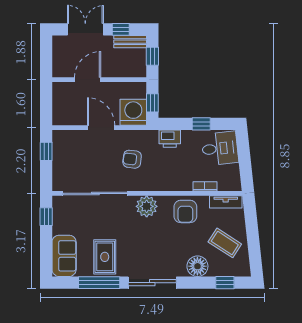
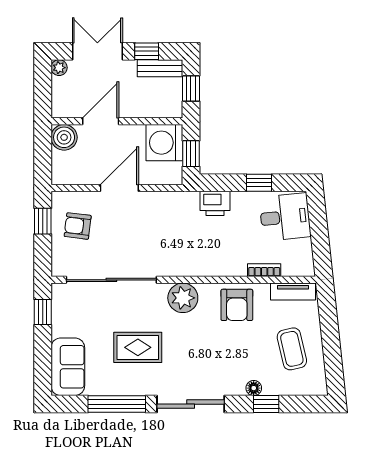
plant: (58, 41) -> (59, 68), added
boiler: (61, 91) -> (64, 137), added
washing machine: (133, 112) -> (164, 143), moved, turned -90
door: (101, 128) -> (119, 188), hinge flipped
armchair: (132, 159) -> (78, 226), moved
coffee table: (225, 243) -> (292, 349), turned 44
rug: (105, 257) -> (138, 347), moved, turned 90
floor lamp: (197, 266) -> (254, 388), width x0.53, depth x0.53
window: (225, 283) -> (266, 404), moved

